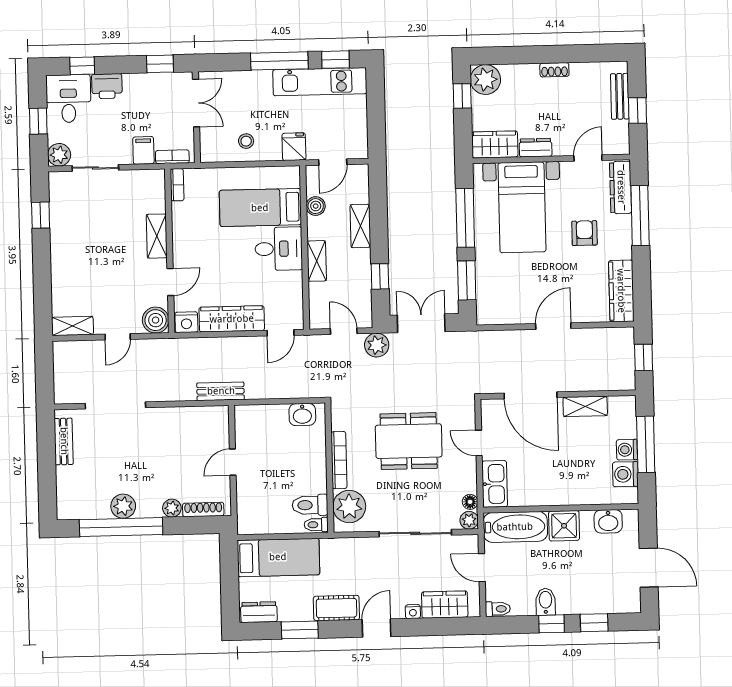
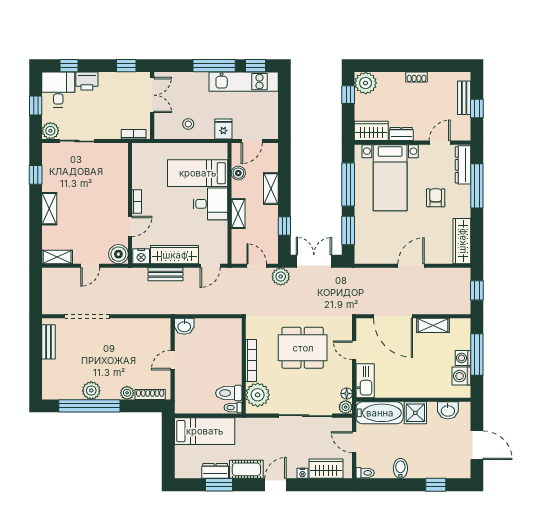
filing cabinet: (143, 150) -> (113, 129), removed
bookcase: (177, 185) -> (137, 202), moved
shelving: (157, 236) -> (49, 209), moved
bench: (221, 391) -> (166, 274), moved
washbasin: (302, 415) -> (184, 326), moved
dresser: (259, 612) -> (215, 471), moved
window: (552, 624) -> (404, 485), removed

